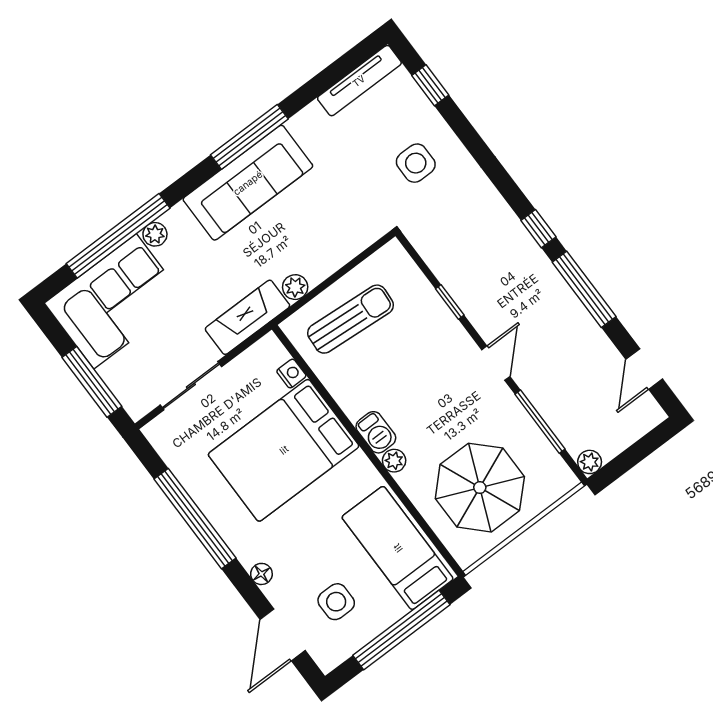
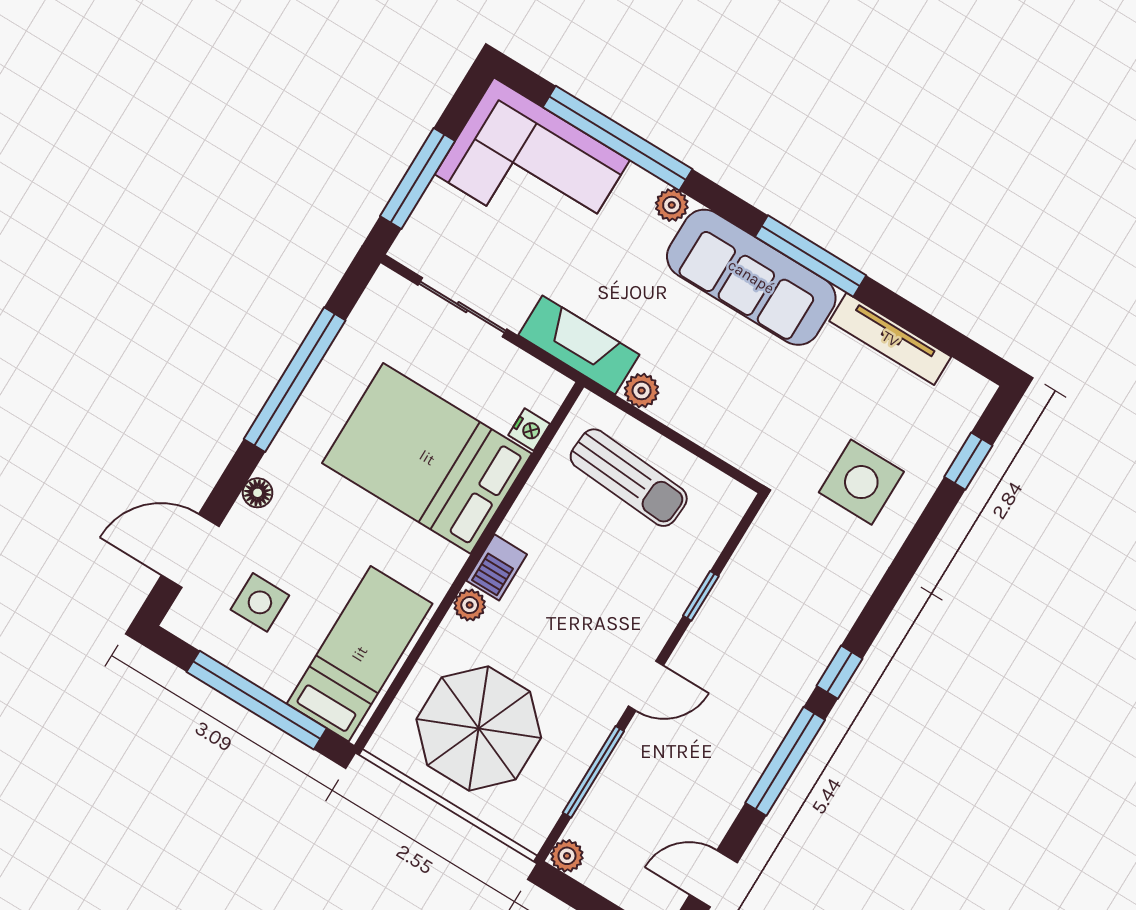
tv unit: (359, 81) -> (890, 339), moved
side table: (416, 163) -> (861, 482), width x1.37, depth x1.37
plant: (155, 234) -> (672, 205), moved

